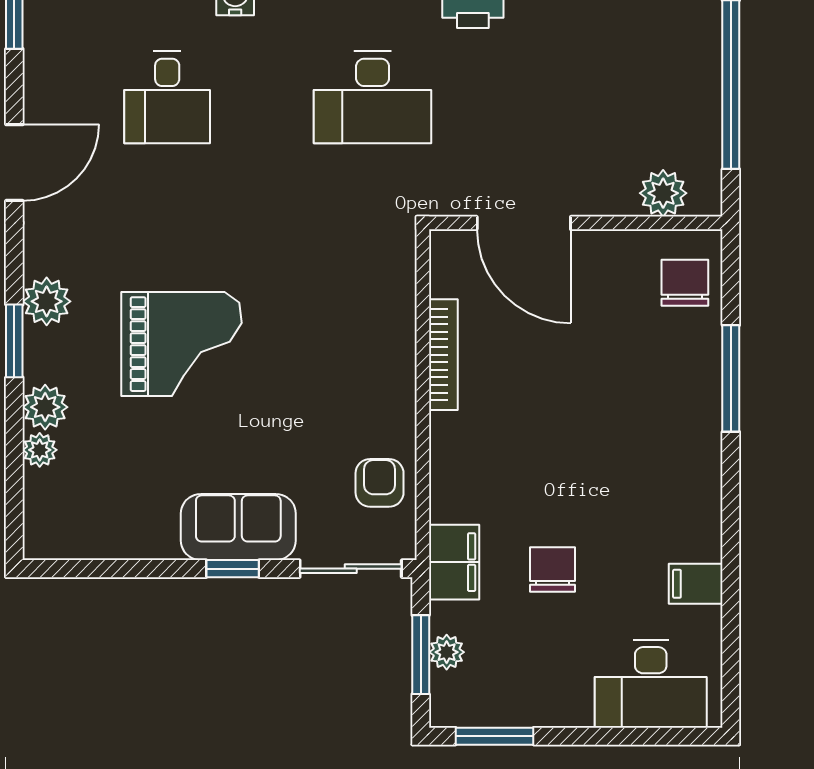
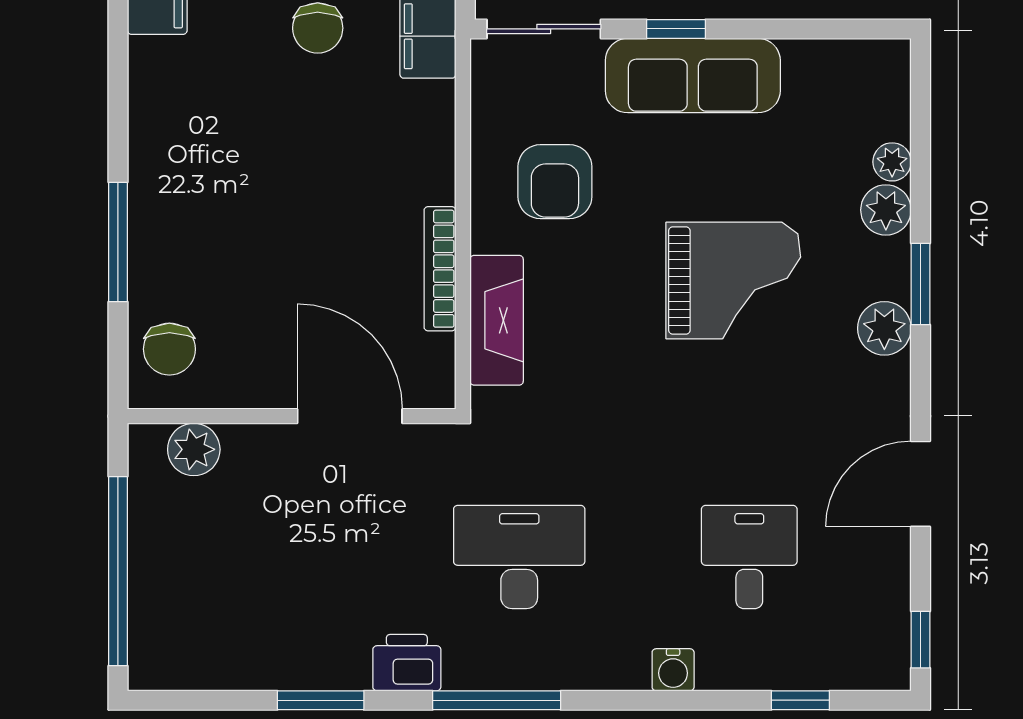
fireplace: (393, 309) -> (497, 320), added
grand piano: (181, 344) -> (733, 280), turned 180
armchair: (380, 483) -> (555, 182), moved, width x1.38, depth x1.38
sofa: (238, 527) -> (693, 76), width x1.36

